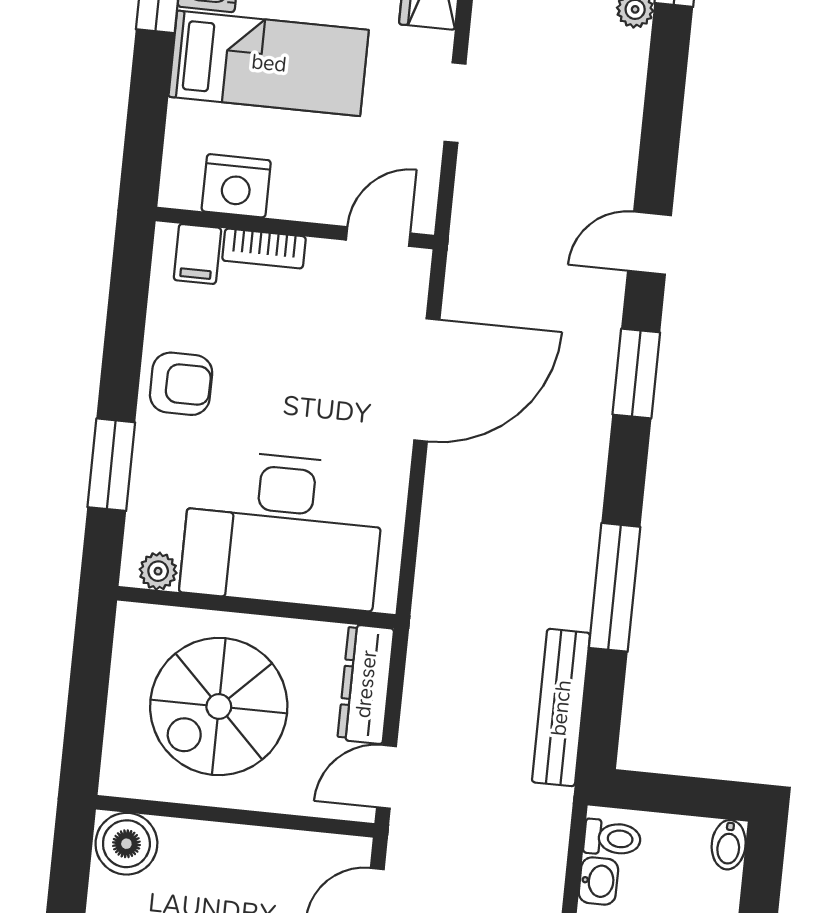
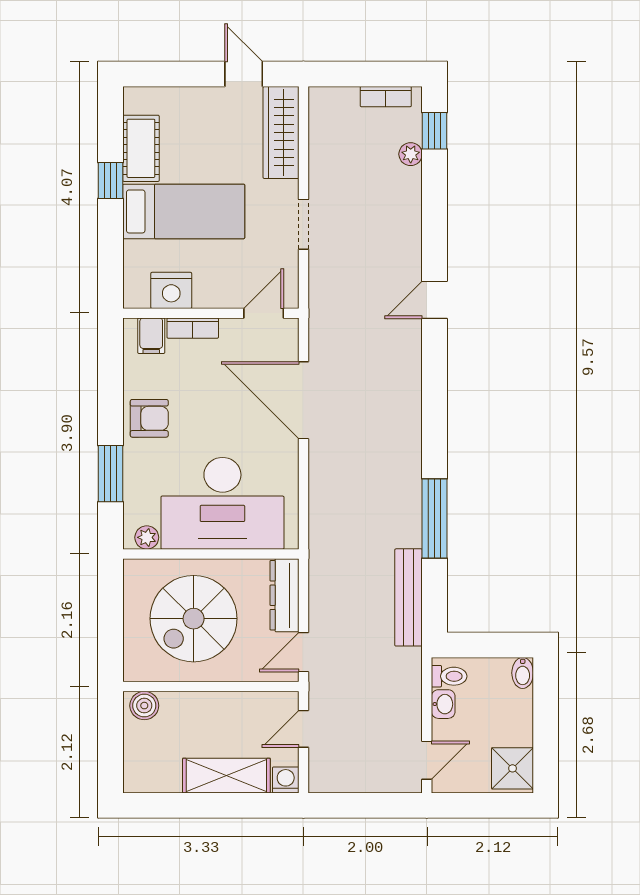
window: (636, 373) -> (435, 383), removed
door: (427, 380) -> (303, 400), swing flipped
boiler: (126, 844) -> (144, 706), width x0.73, depth x0.73

